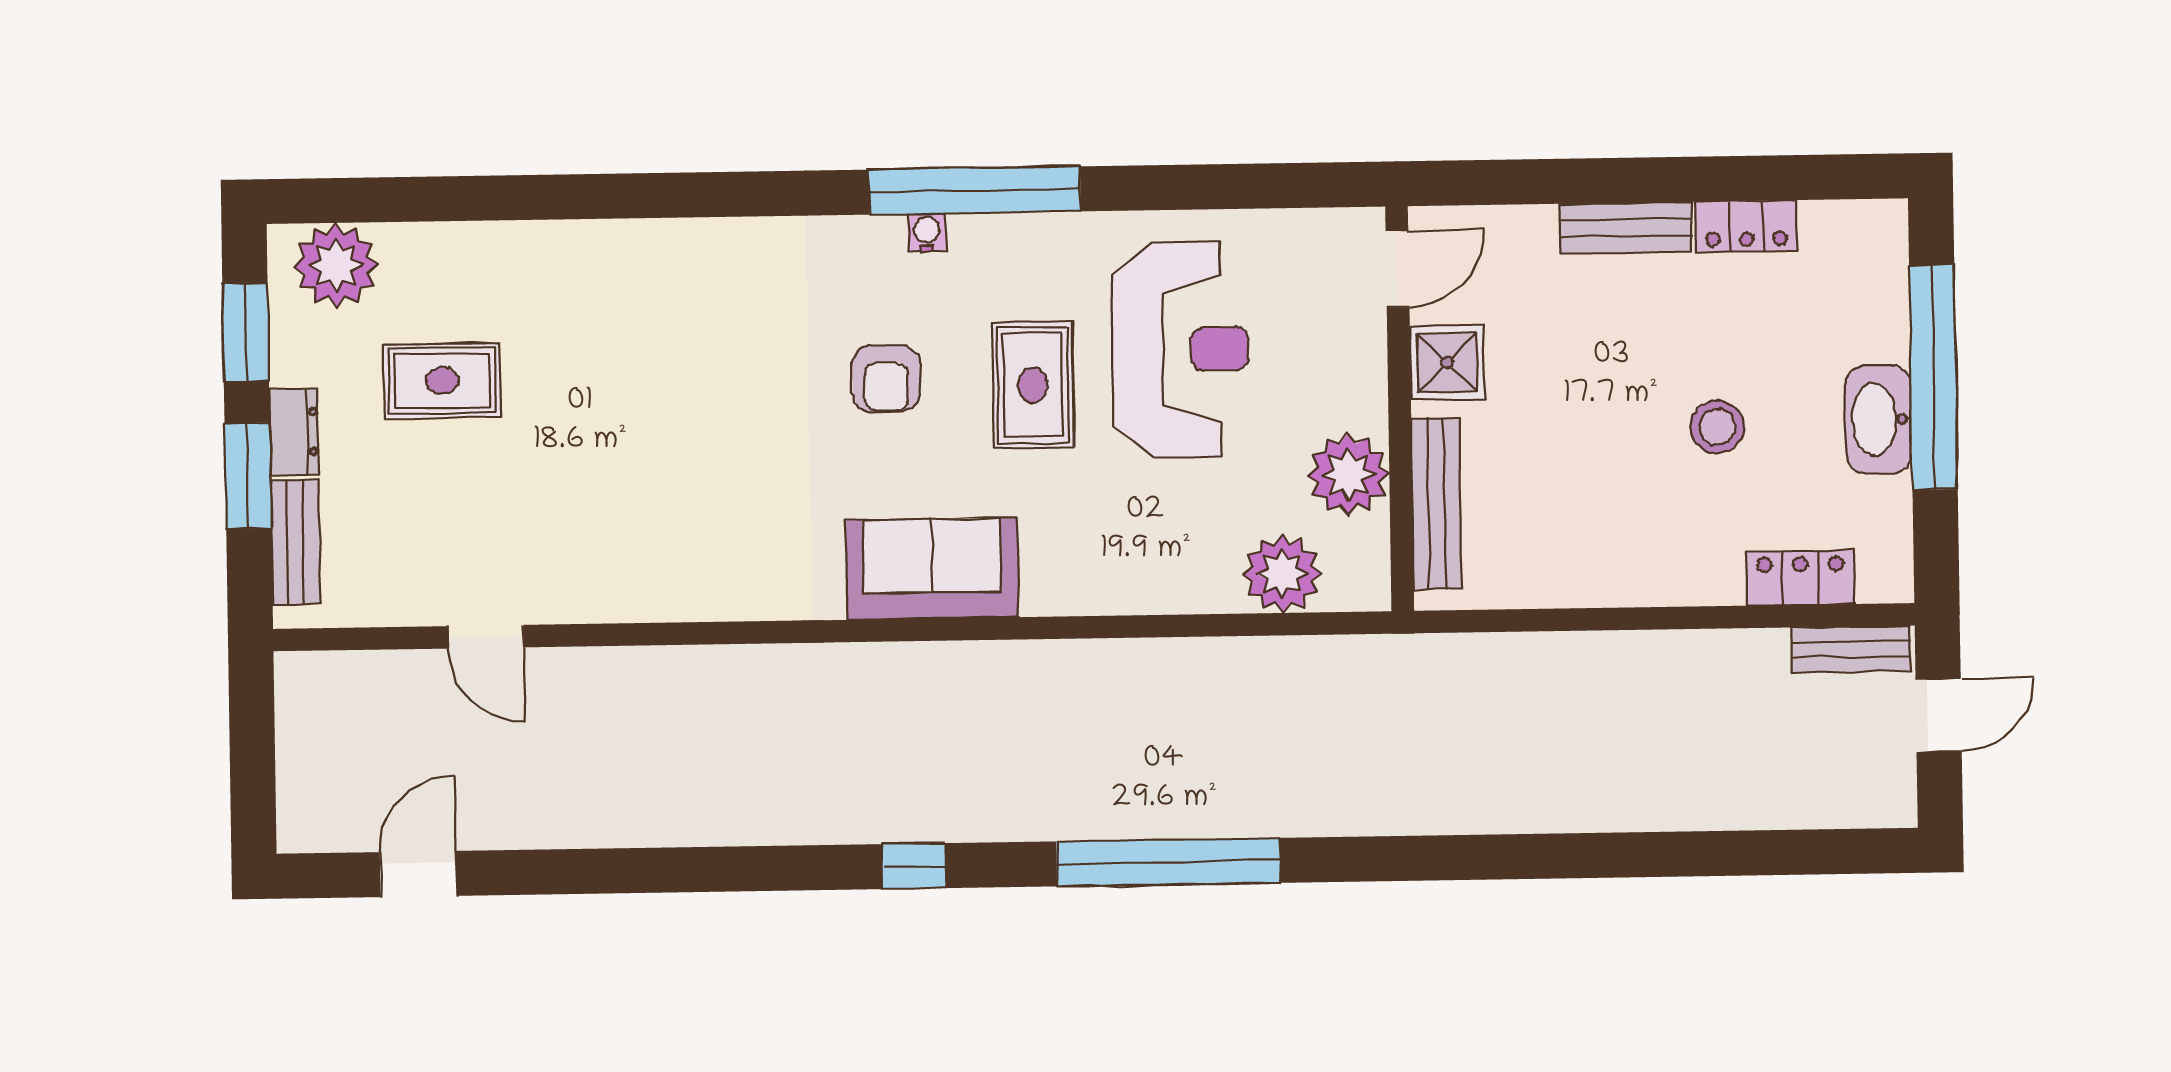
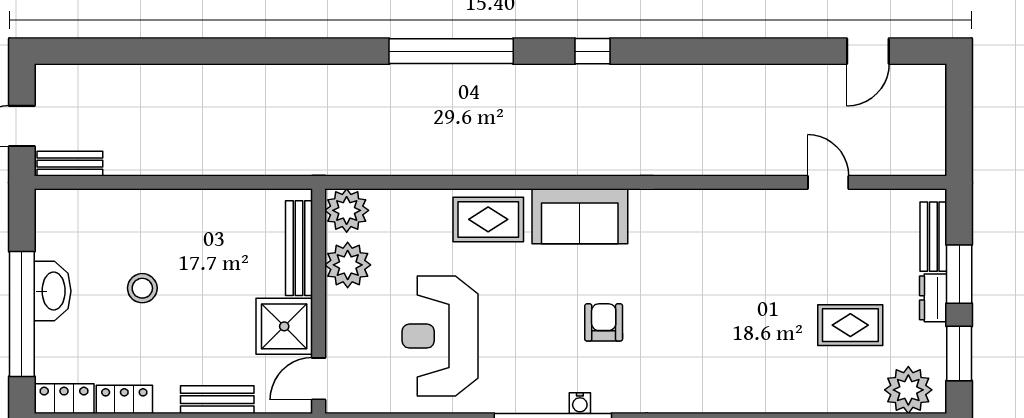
bench: (1626, 228) -> (217, 400), moved
shower: (1447, 362) -> (284, 326), width x1.36, depth x1.36
rug: (1033, 385) -> (488, 219), moved, turned 90
plant: (1282, 574) -> (347, 210), moved
locker: (1800, 578) -> (64, 399), moved, turned 180

